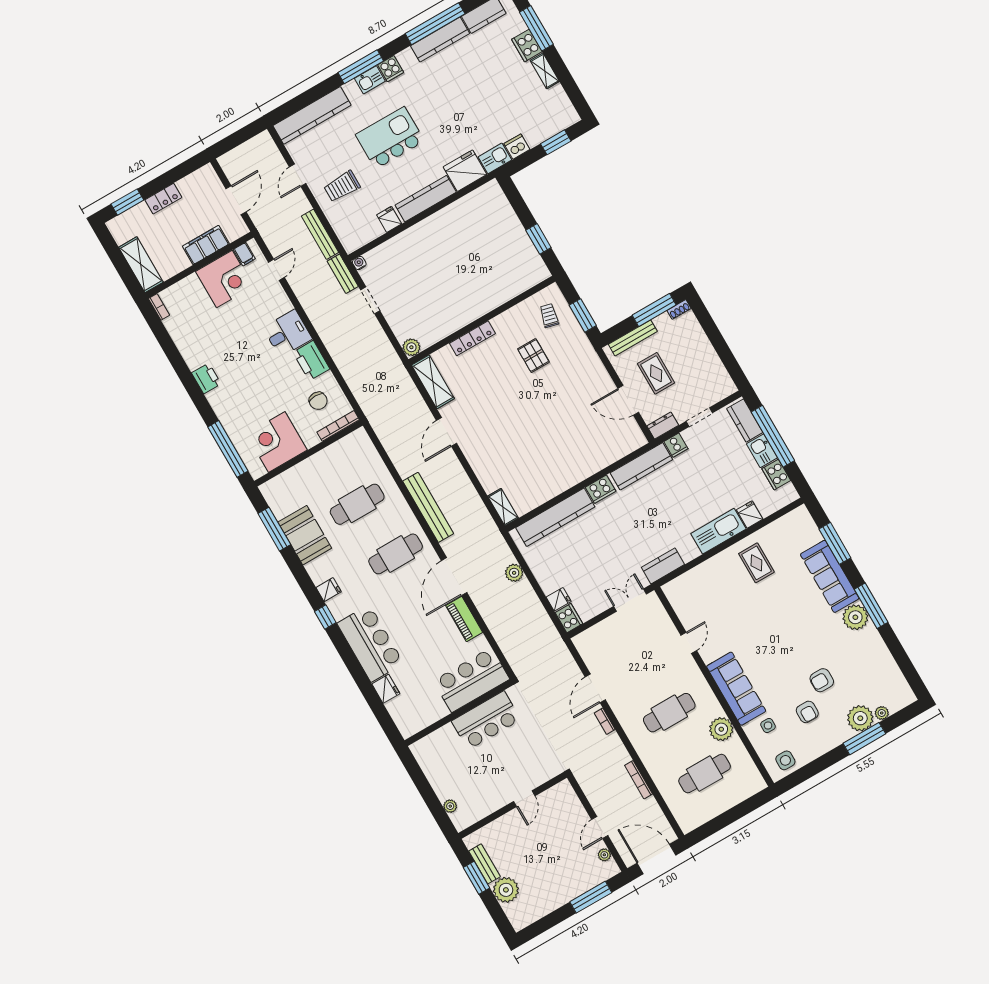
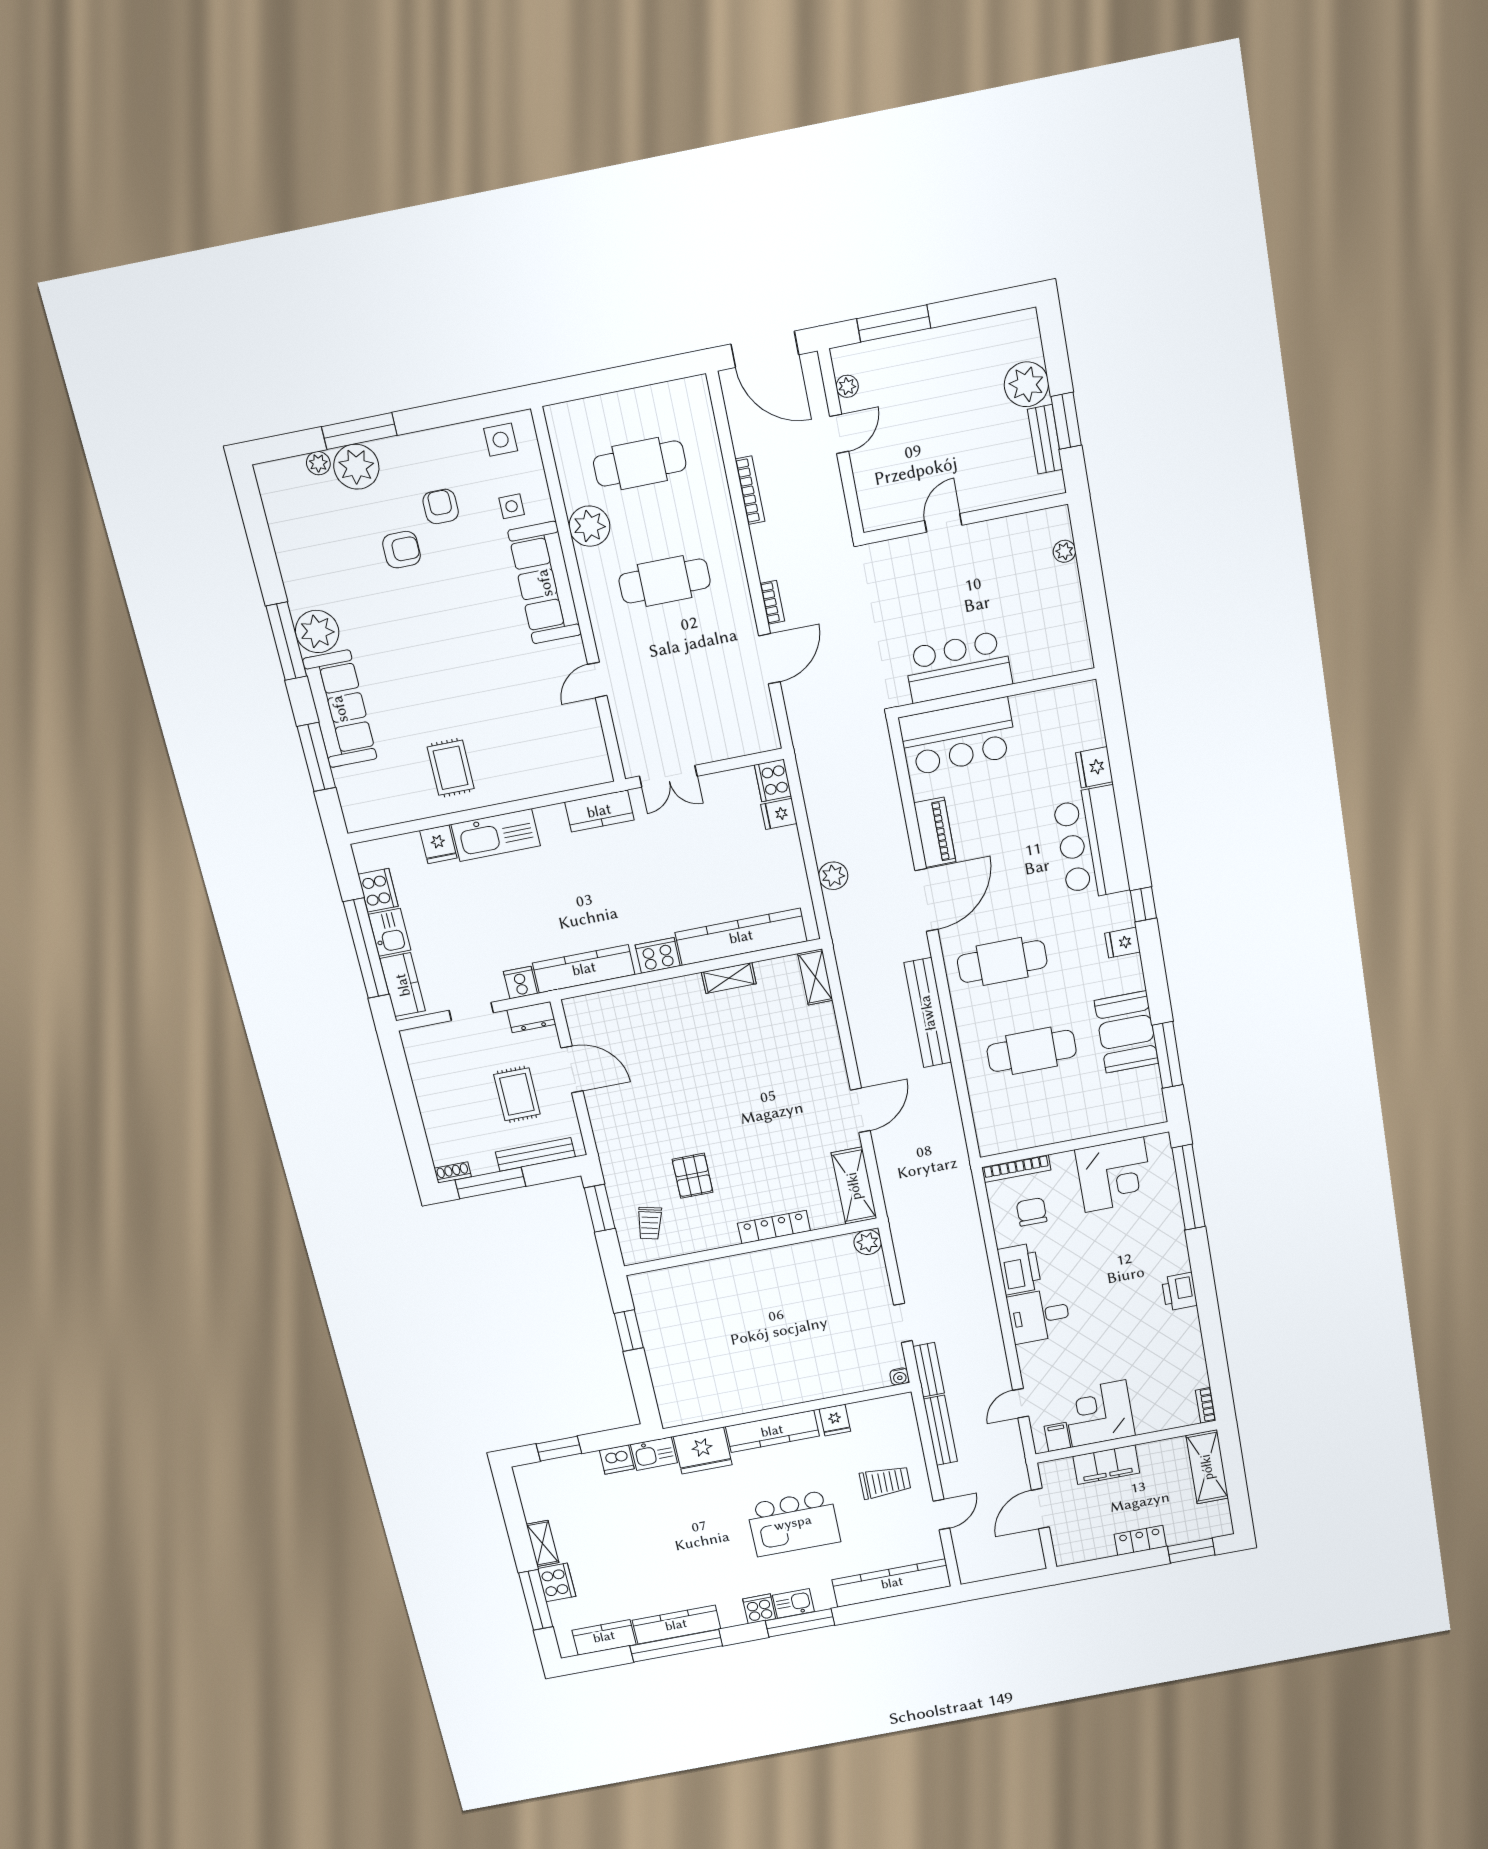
shelving: (554, 489) -> (729, 978), added

